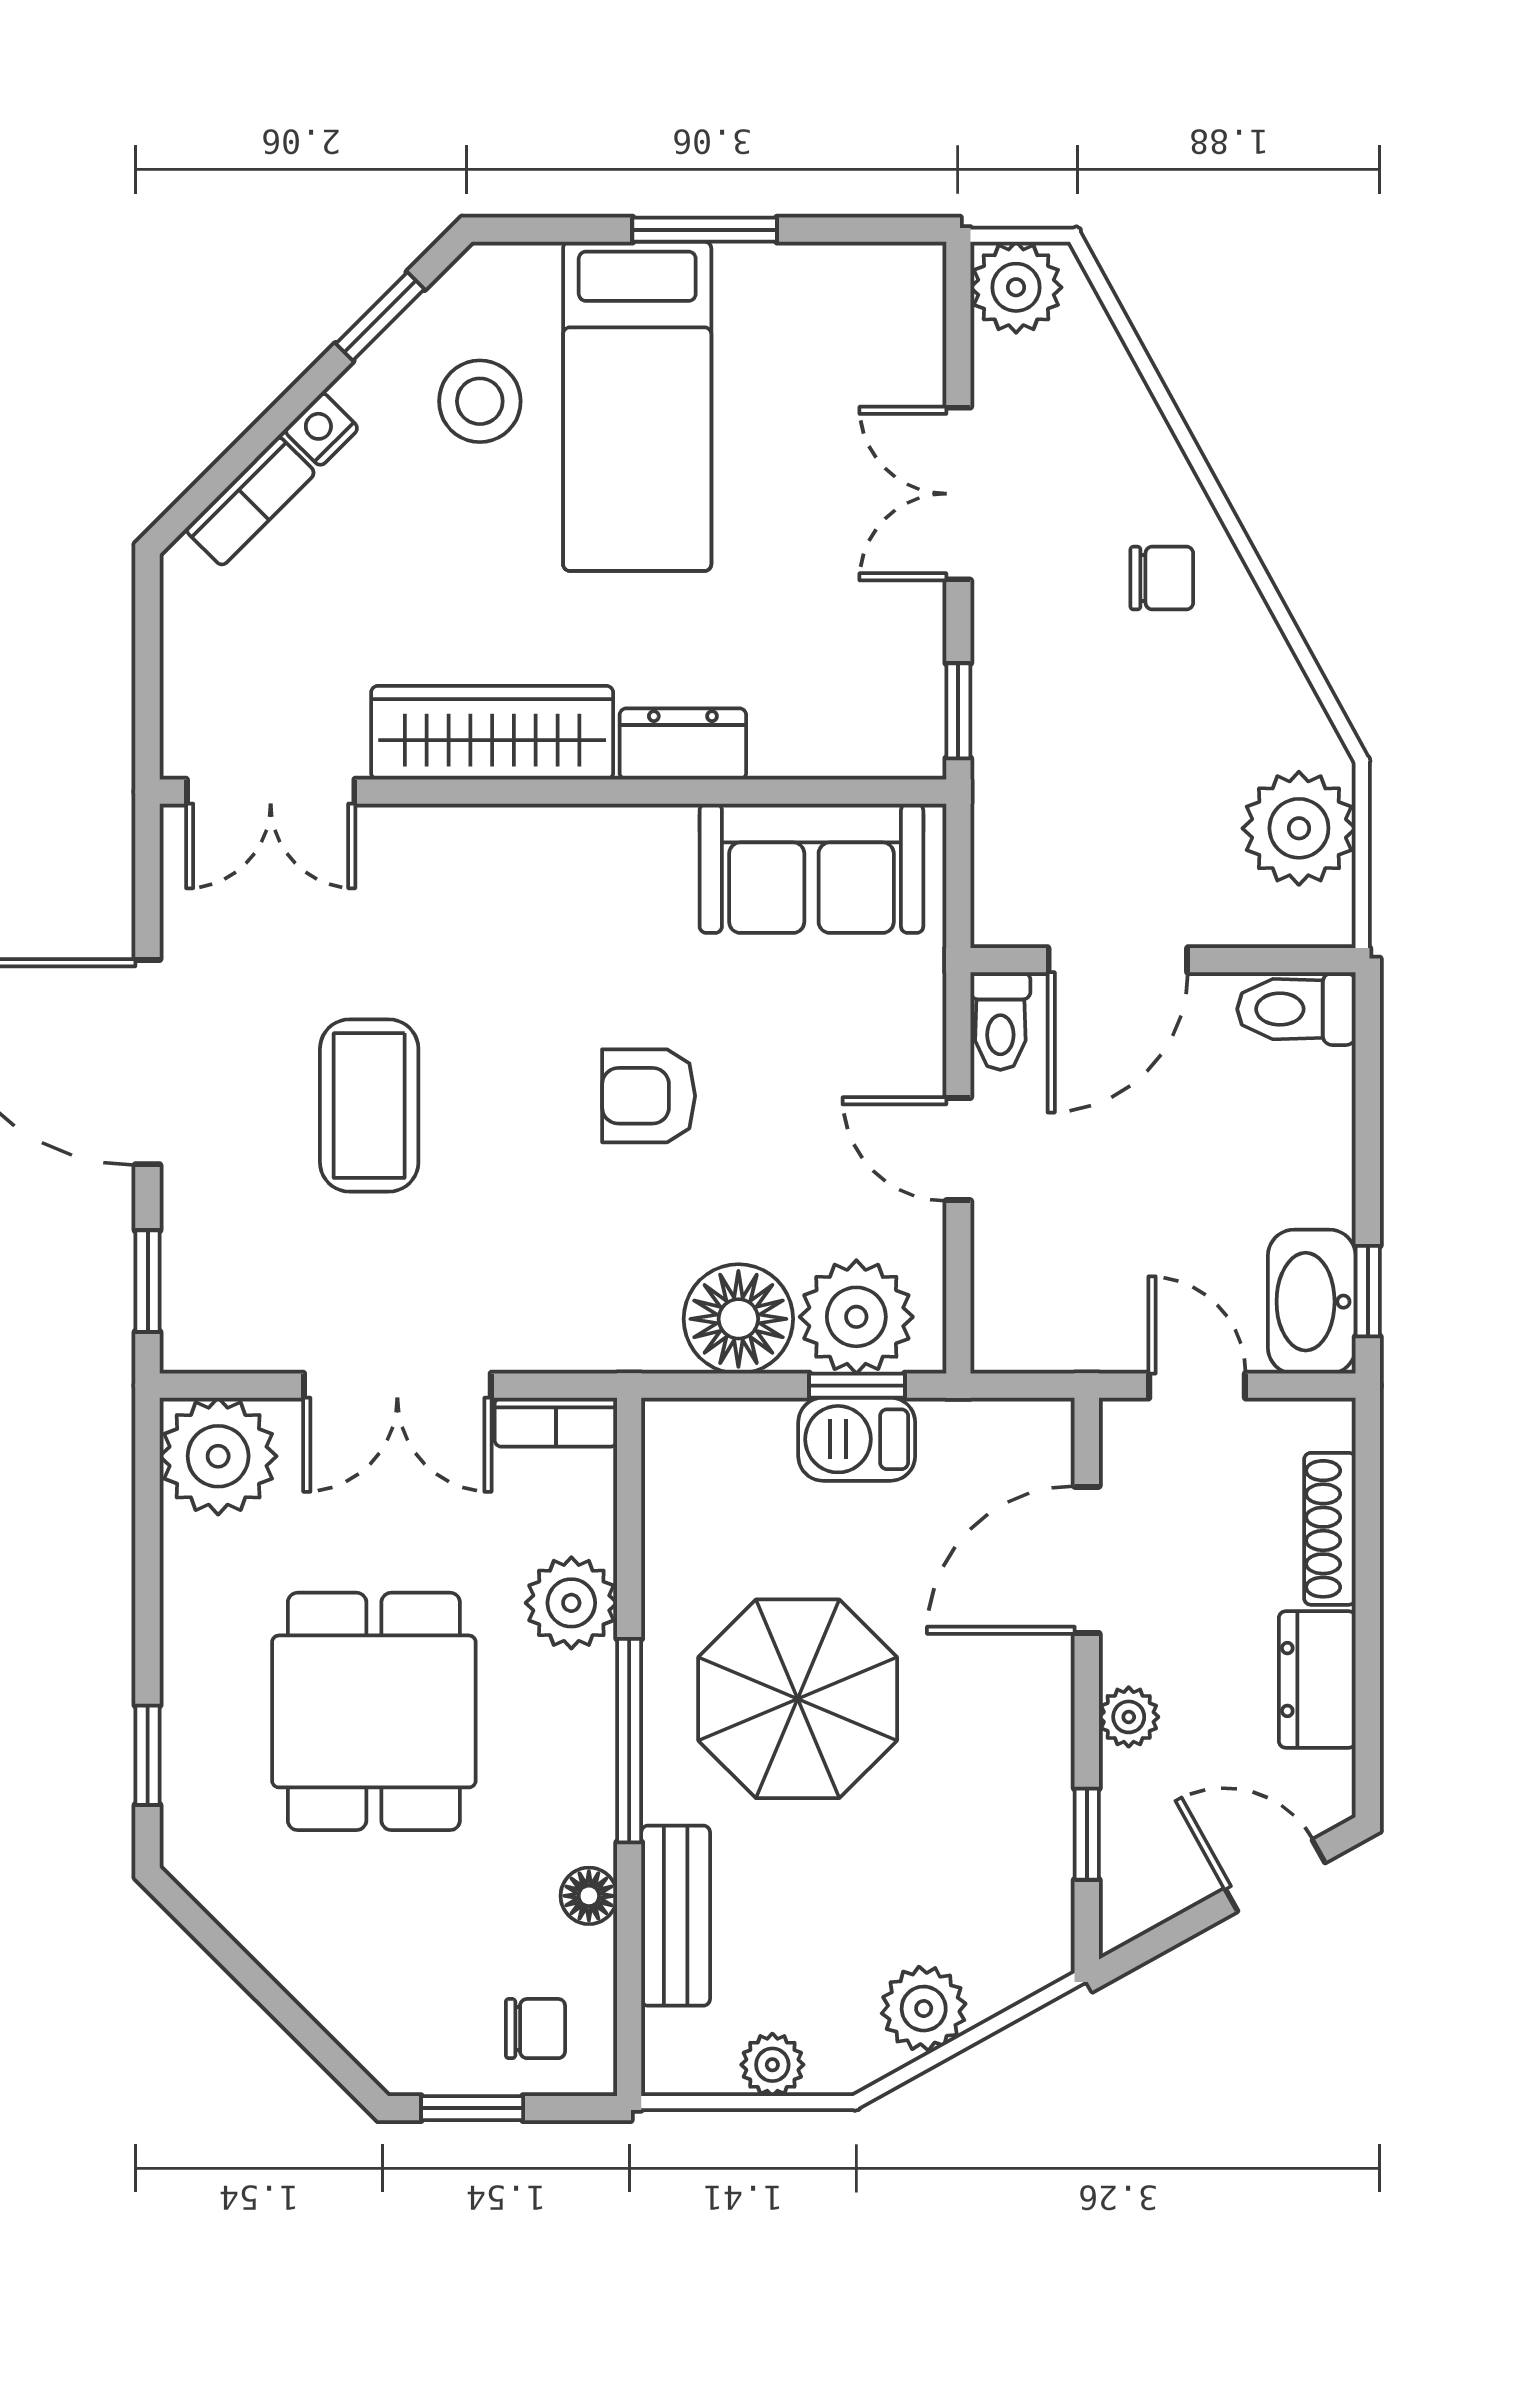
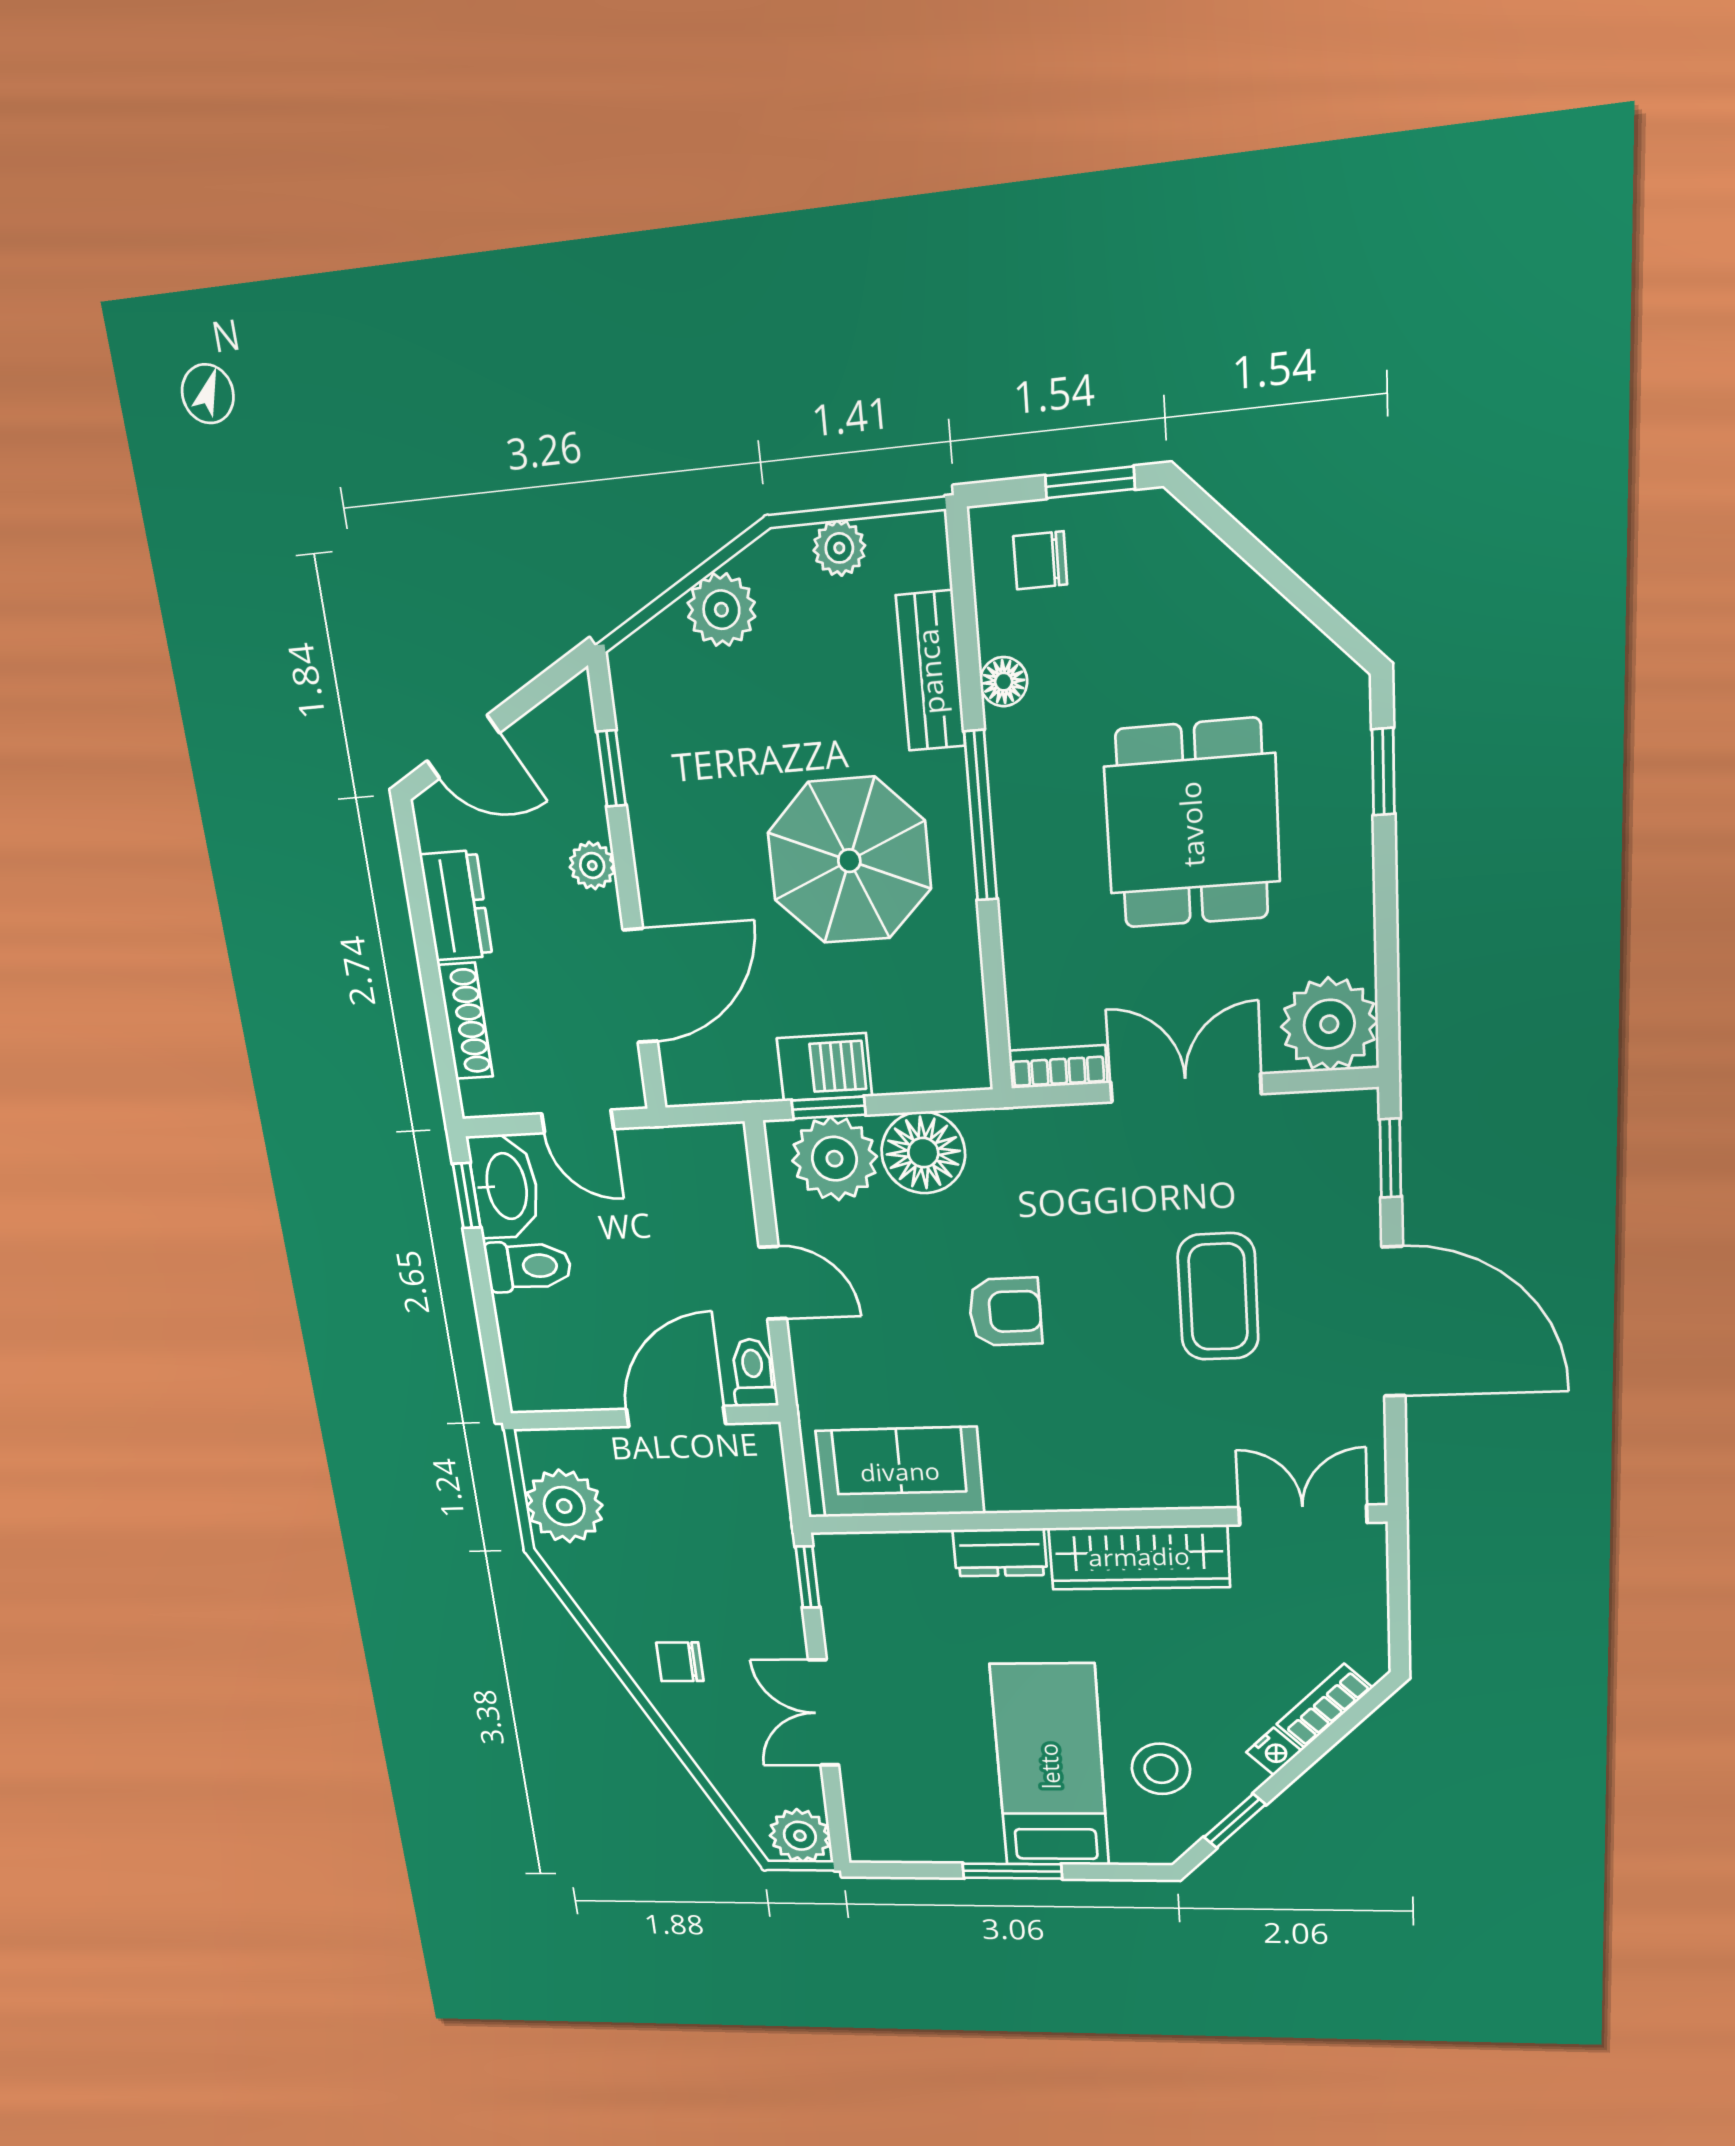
double door: (958, 494) -> (824, 1713), swing flipped
toilet: (1296, 1009) -> (528, 1266), moved
plant: (571, 1603) -> (1036, 925), removed

